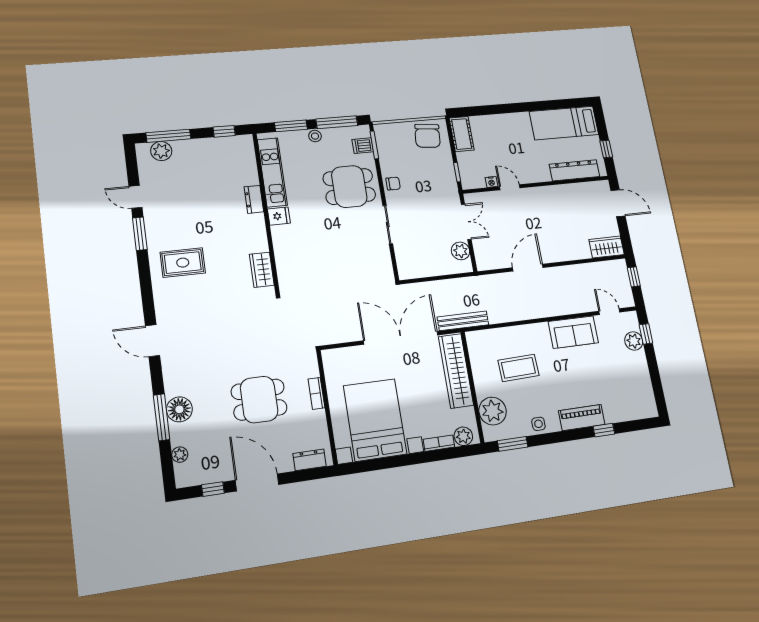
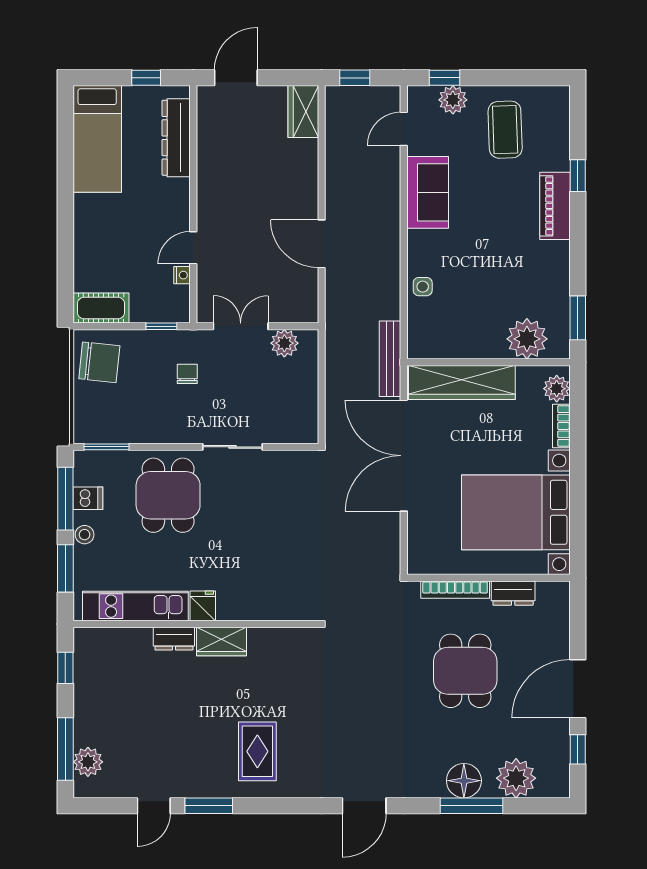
dishwasher: (363, 146) -> (88, 498), moved, turned -90
chair: (393, 184) -> (187, 374), moved
wardrobe: (262, 270) -> (221, 642), moved
coffee table: (519, 368) -> (505, 130), moved
bookcase: (316, 393) -> (455, 590), width x1.56
side table: (538, 424) -> (423, 287), moved
plant: (180, 455) -> (516, 778), width x1.88, depth x1.88
dresser: (309, 460) -> (513, 593), moved, turned -90

